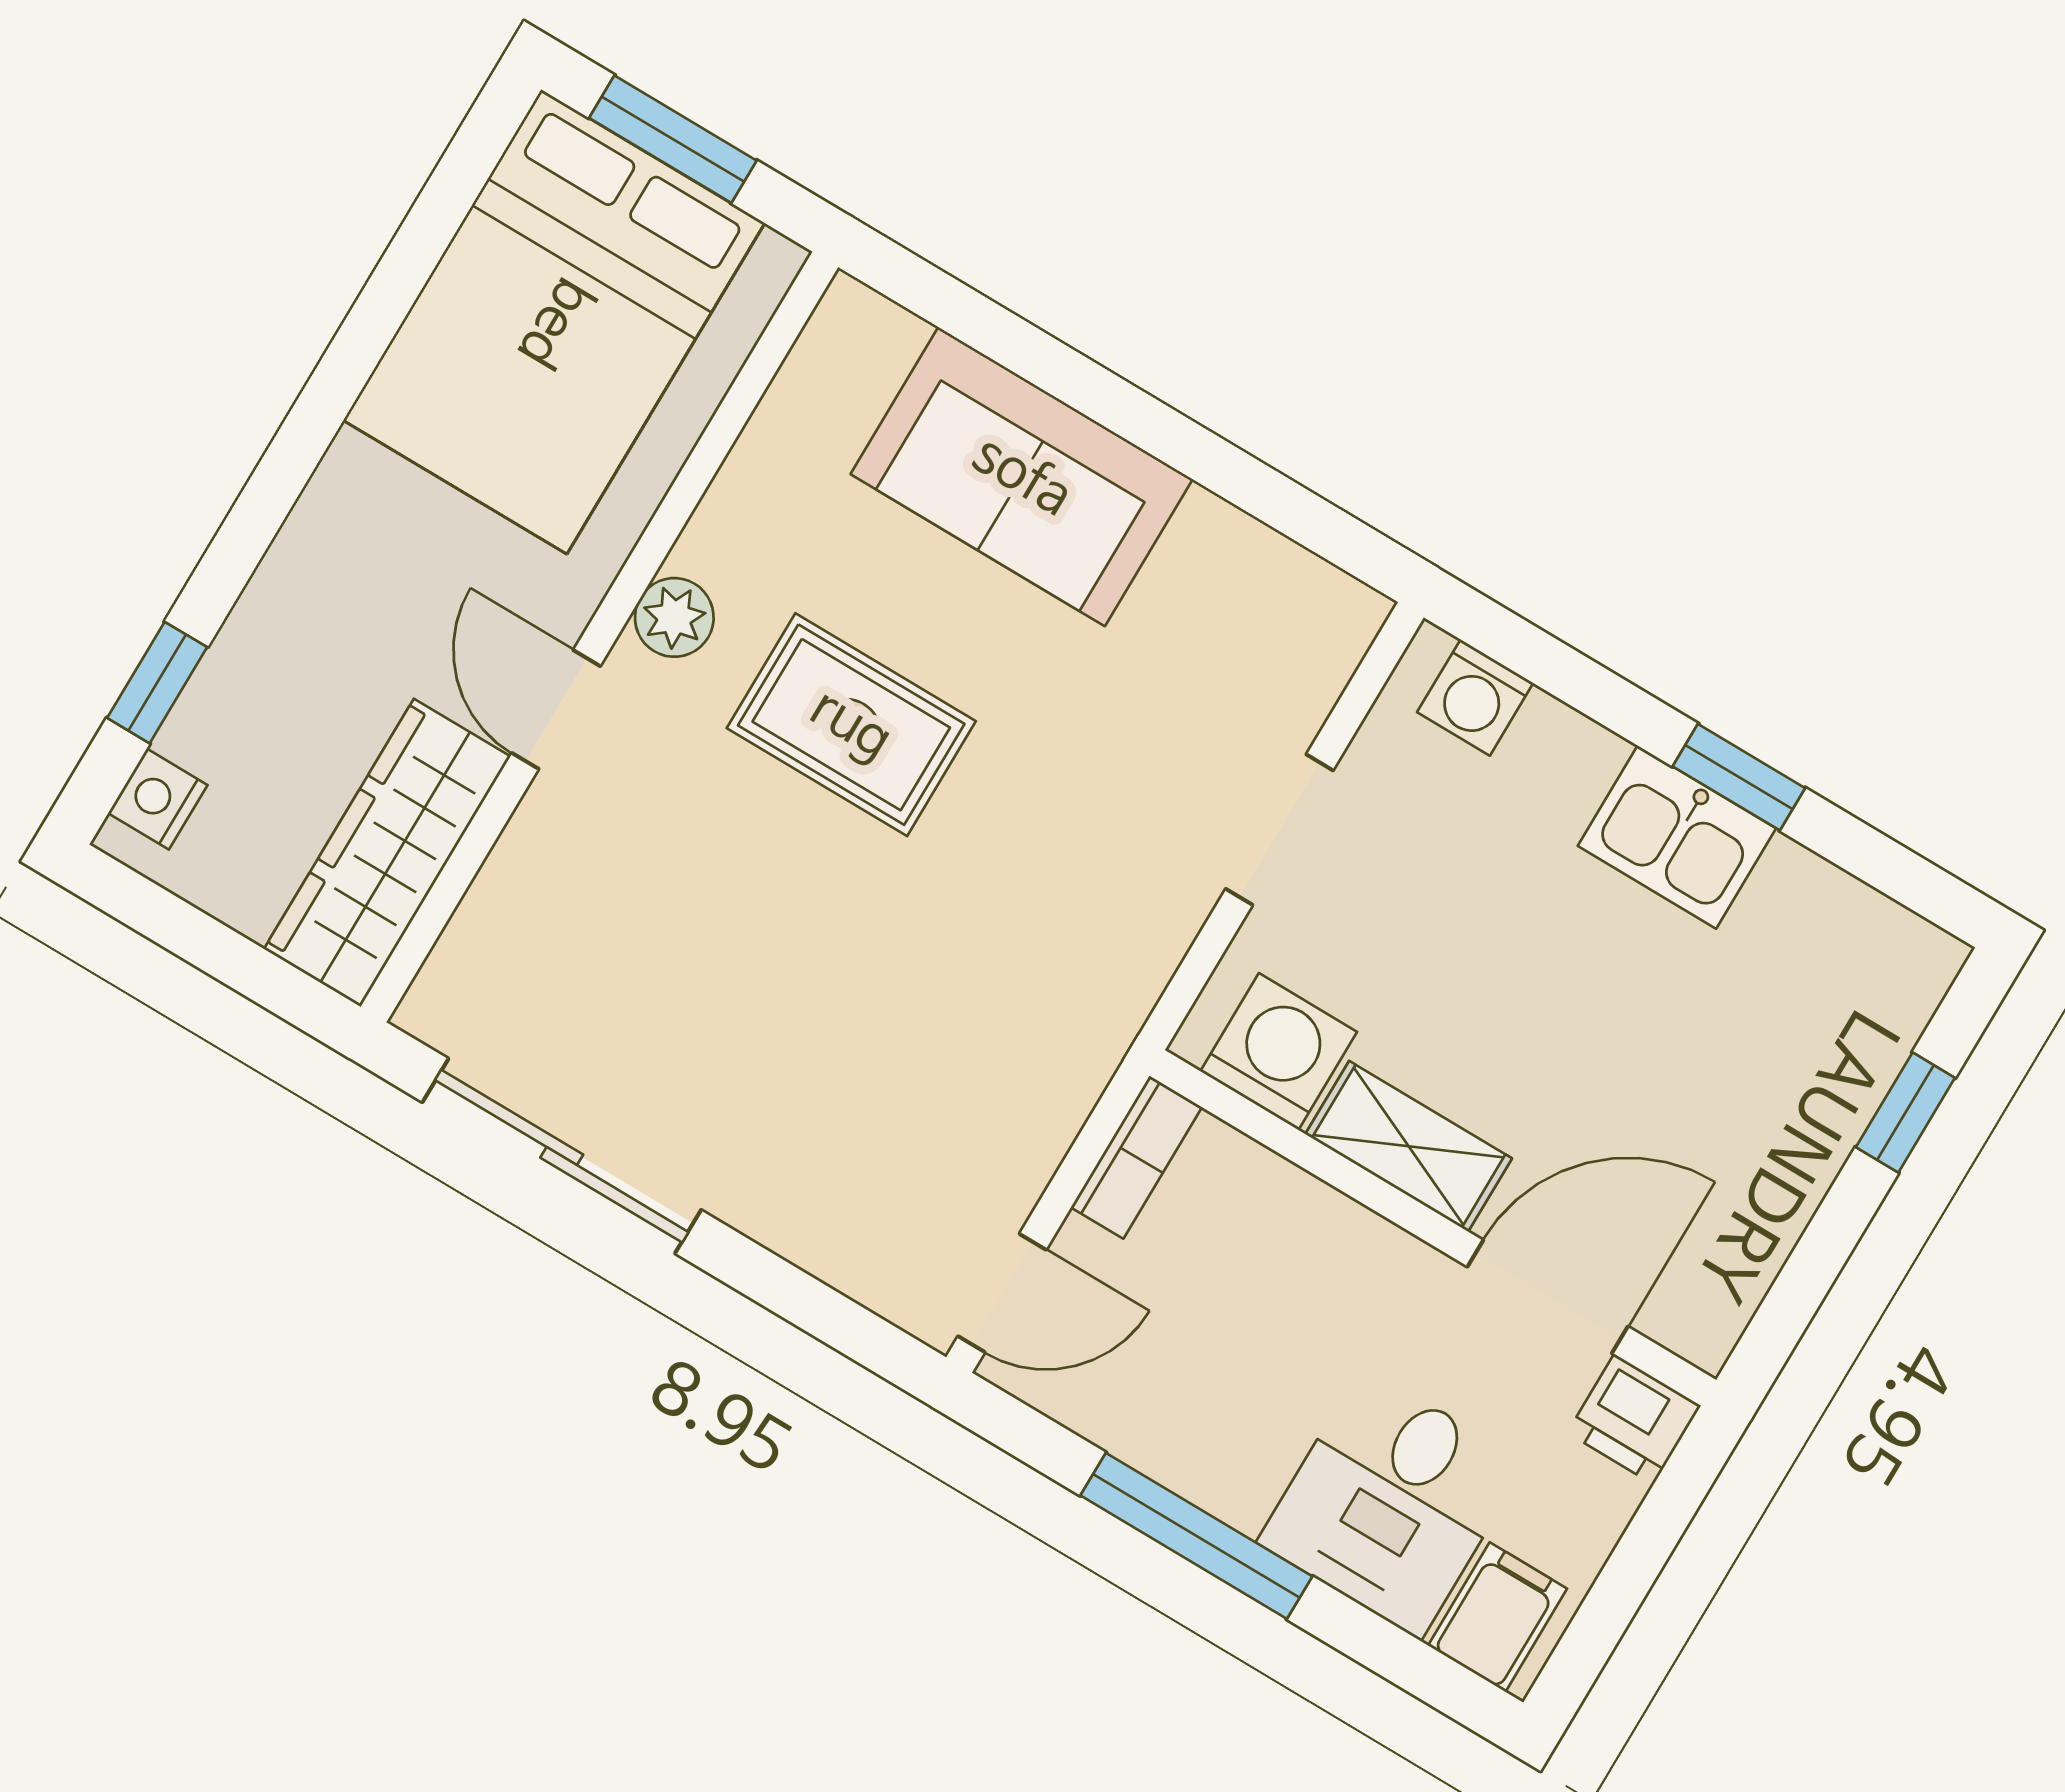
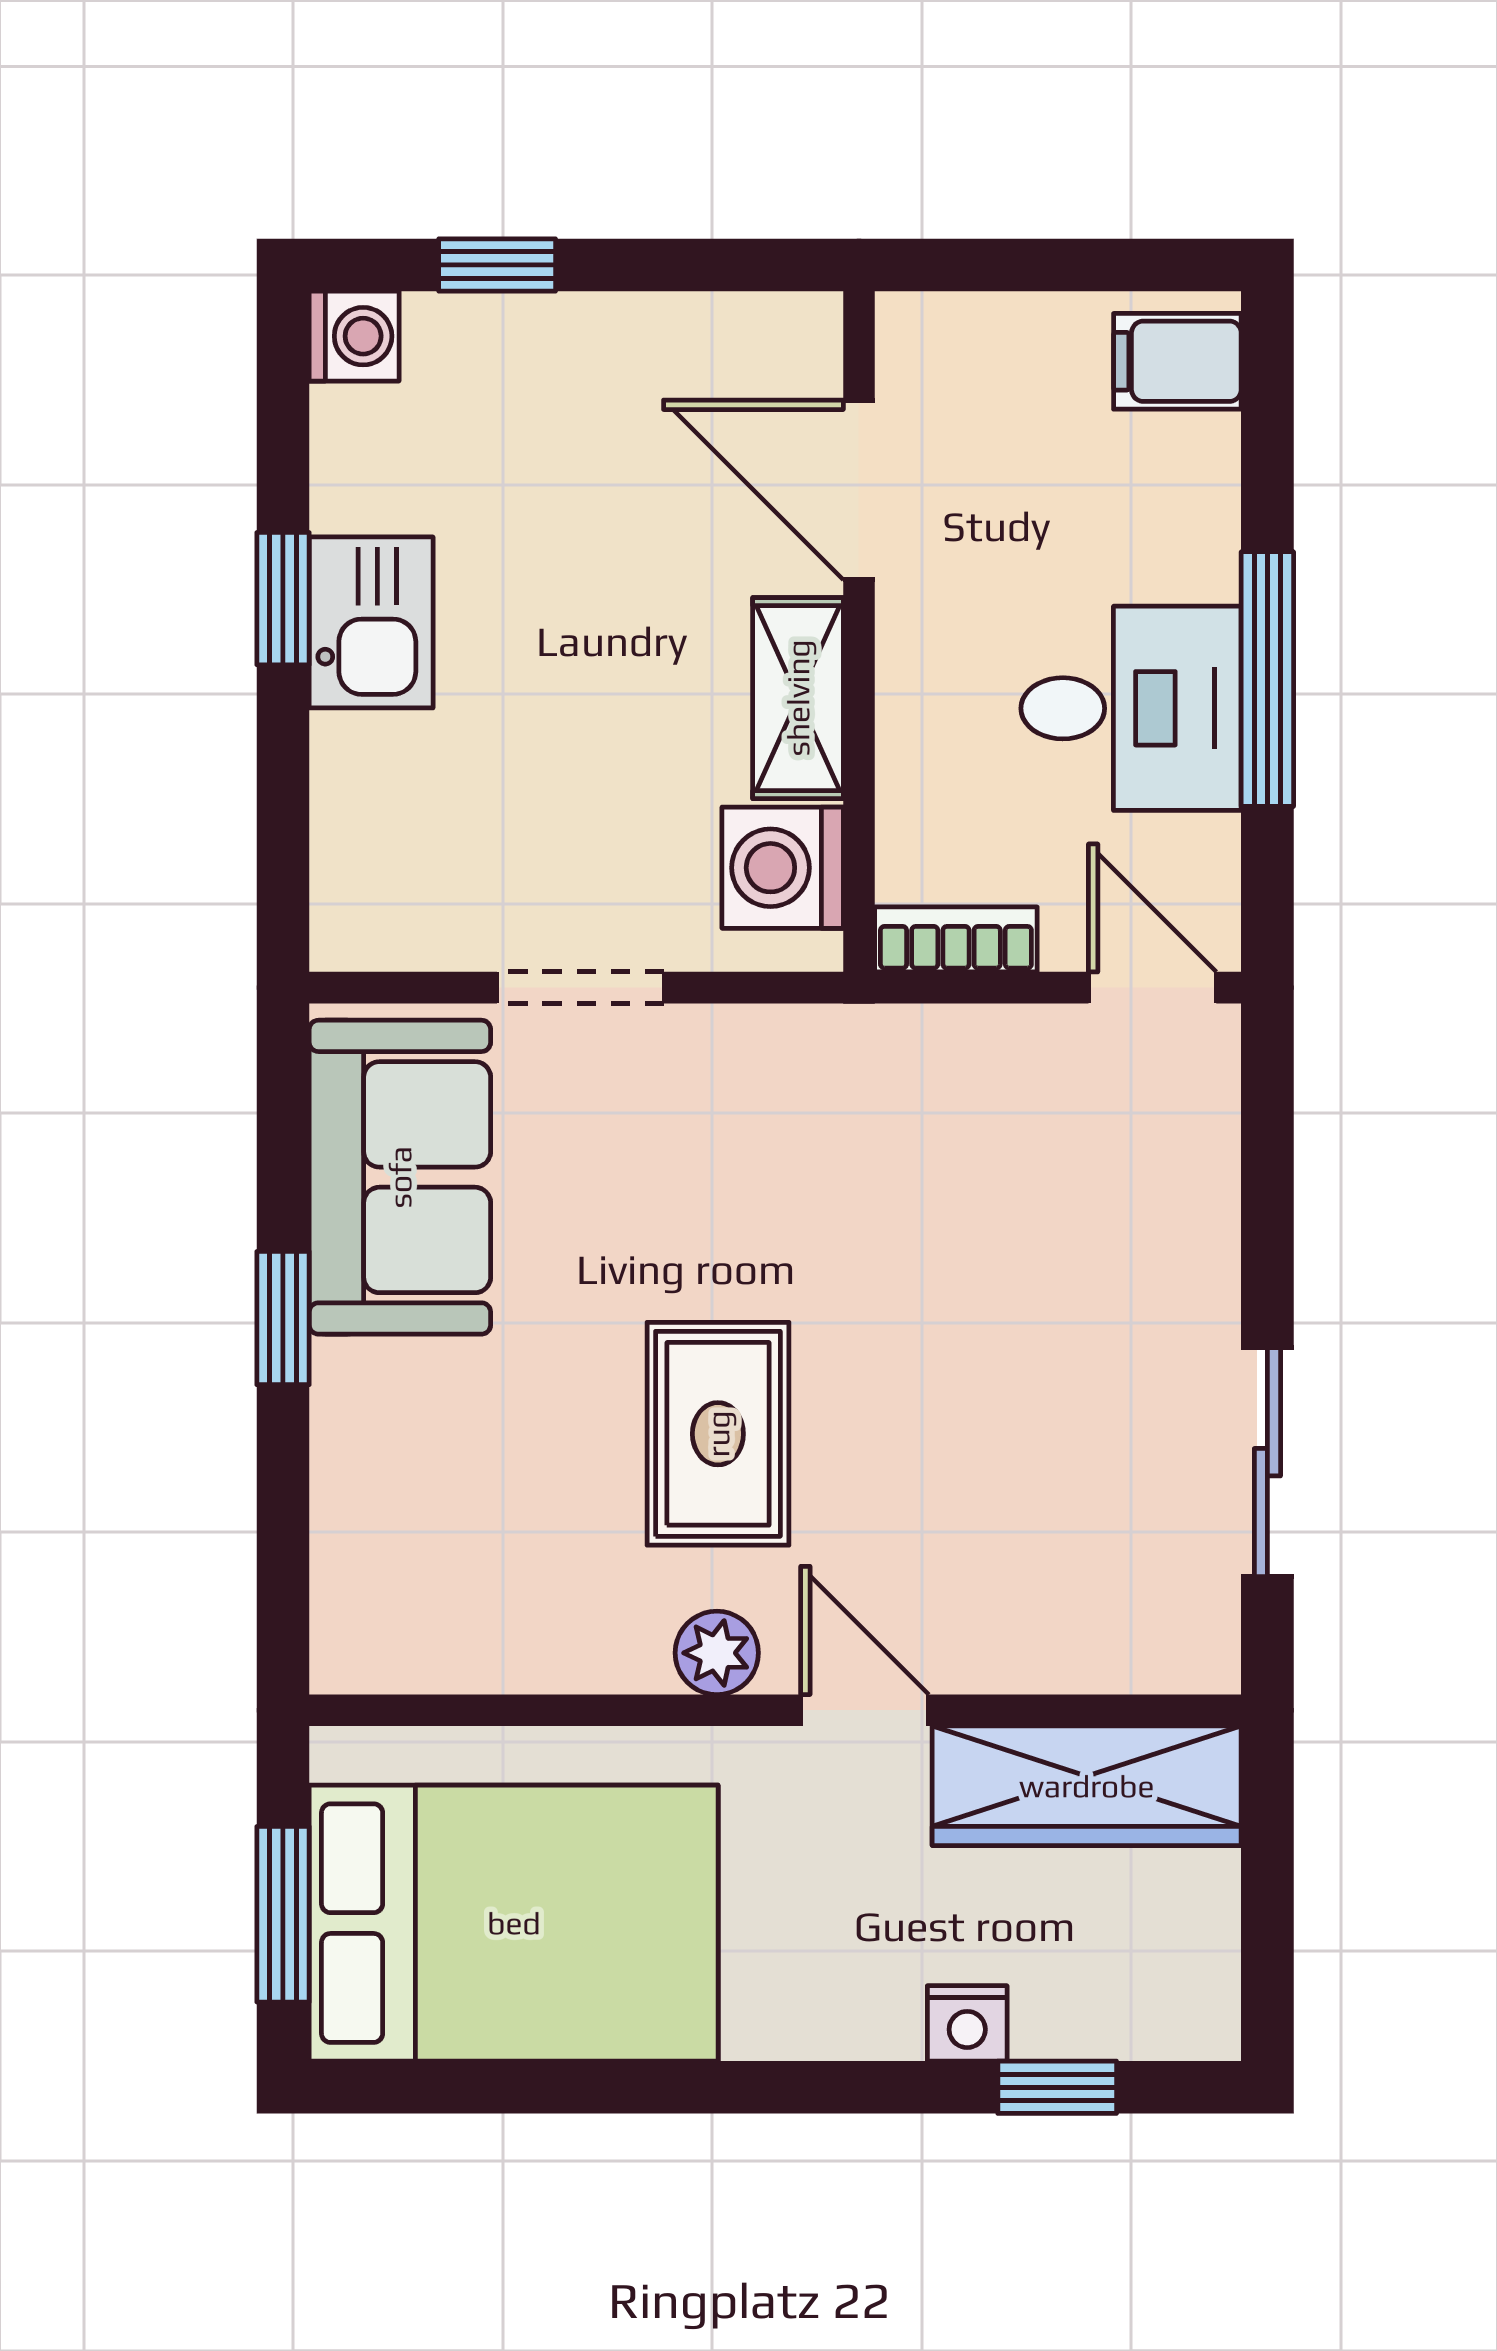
window: (1156, 428) -> (283, 1318), added
sofa: (1022, 477) -> (400, 1177), moved
washing machine: (1475, 698) -> (354, 336), moved
door: (556, 710) -> (865, 1710), swing flipped
nightstand: (158, 799) -> (967, 2023), moved
sliding door: (562, 1156) -> (1267, 1462), width x0.73
printer: (1634, 1419) -> (923, 345), removed
desk: (1392, 1503) -> (1131, 708), moved

